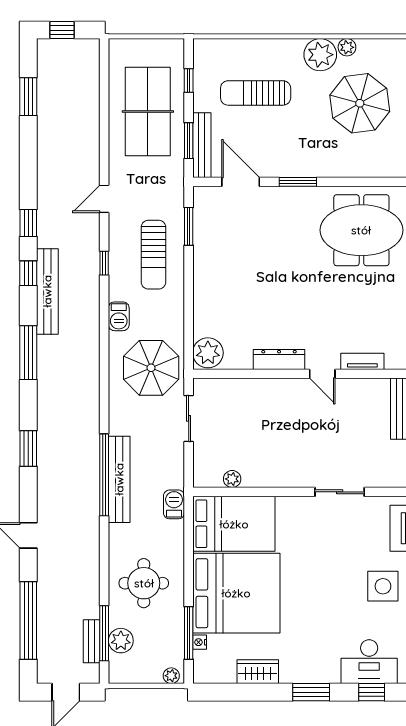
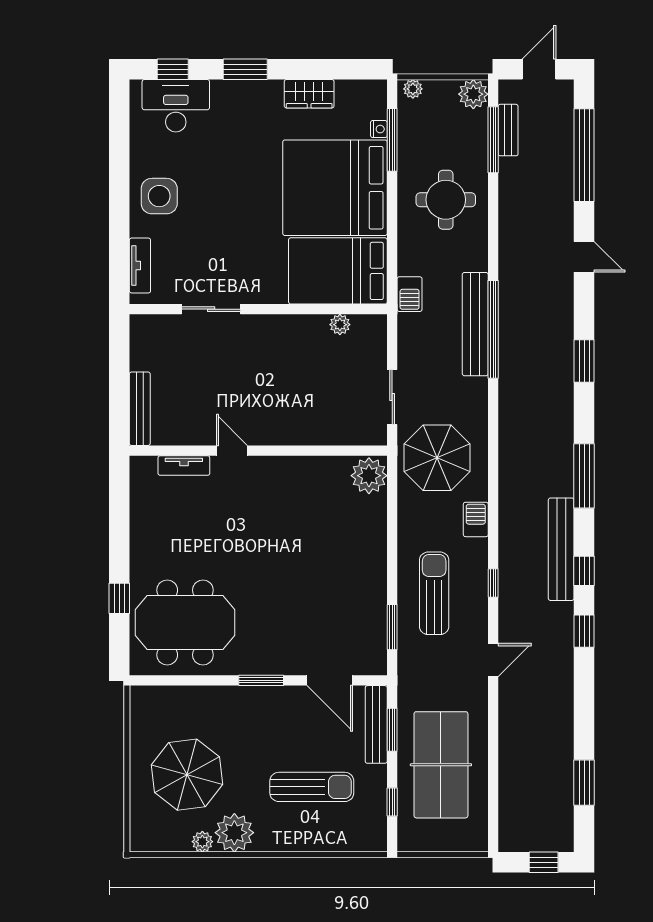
dresser: (279, 359) -> (284, 468), removed
plant: (121, 641) -> (473, 94), moved

